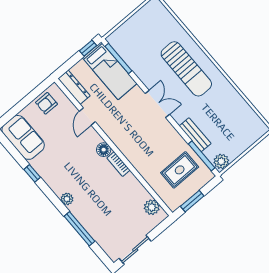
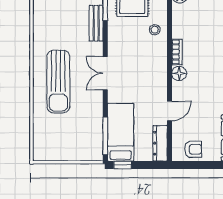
sun lounger: (186, 69) -> (58, 82), turned 180
stool: (148, 166) -> (155, 30), added

